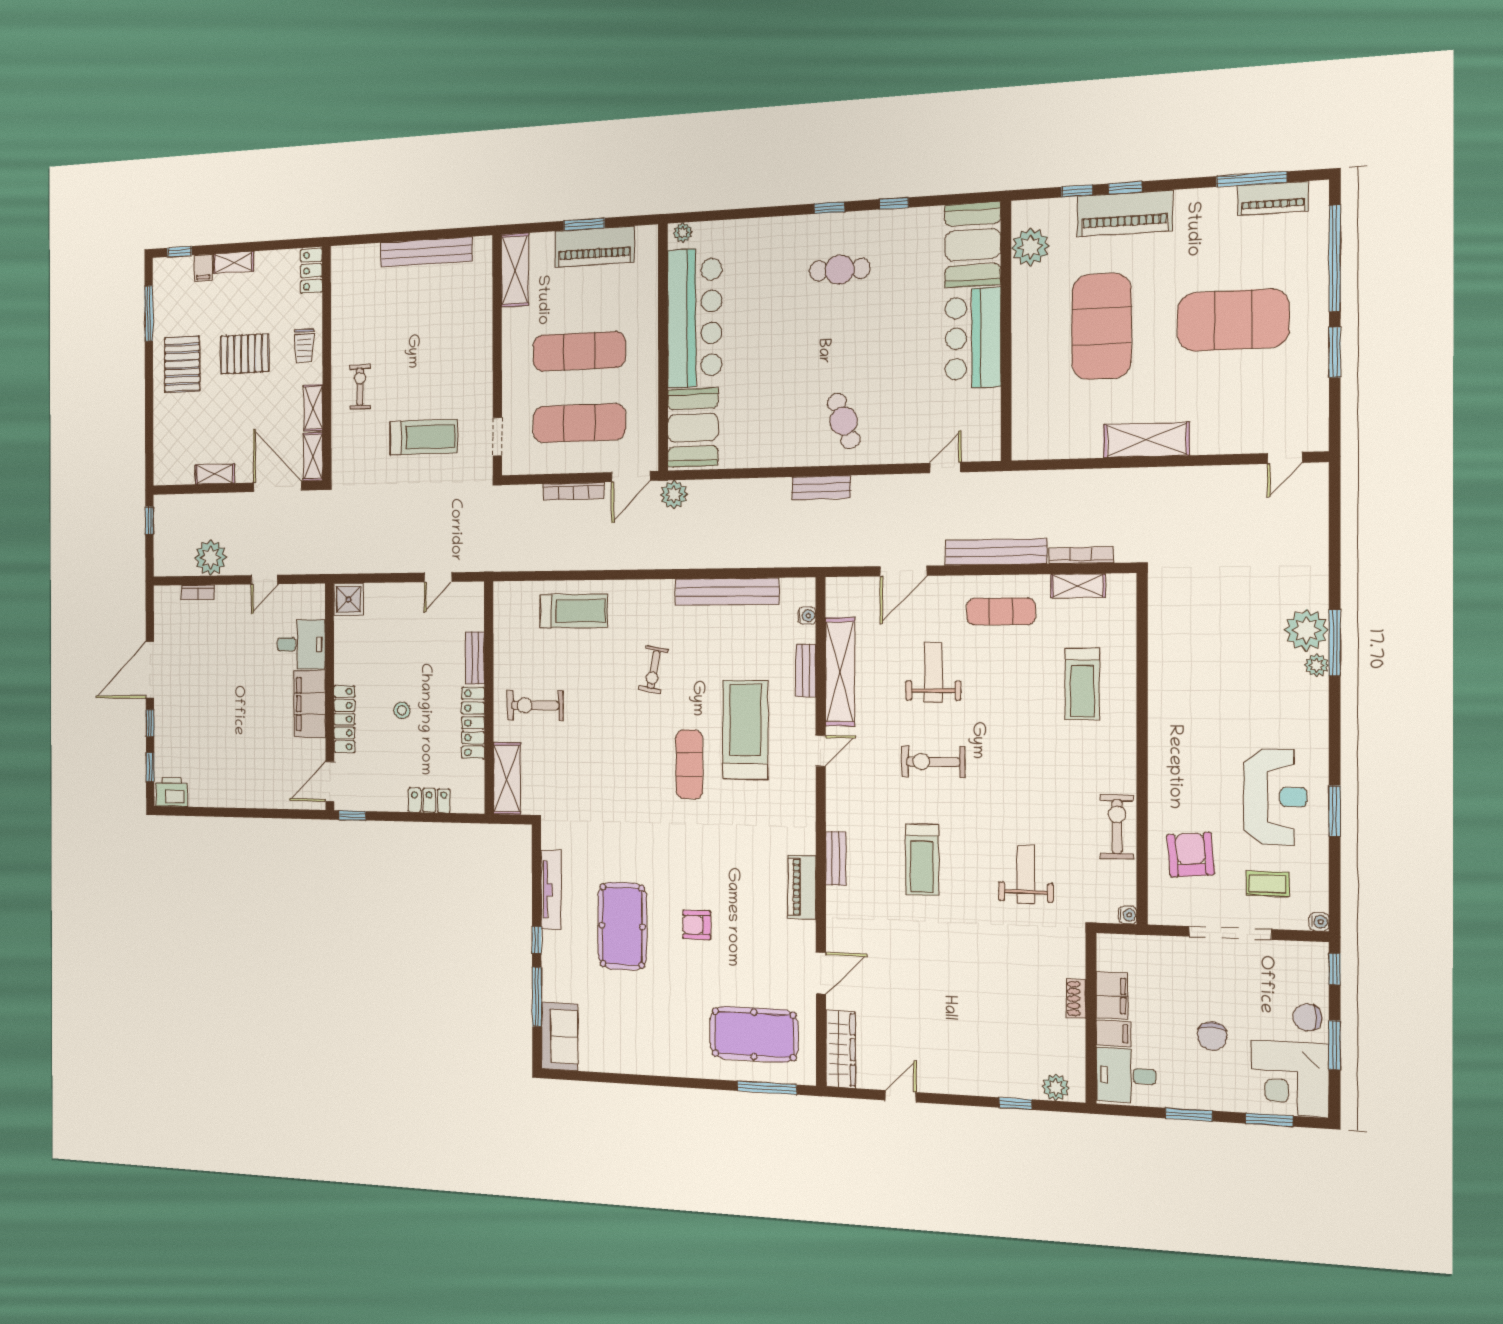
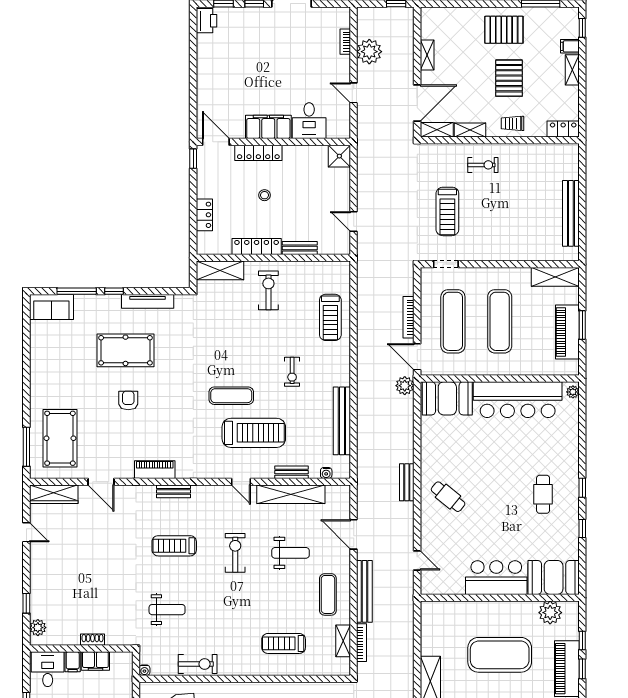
cafe table: (844, 421) -> (448, 497), turned 59
exercise bike: (654, 670) -> (292, 372), turned -101

